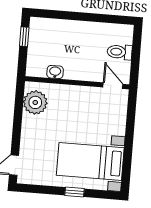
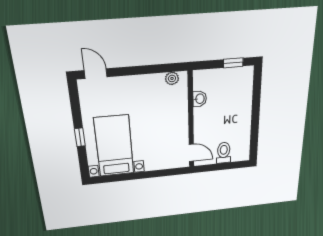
door: (113, 86) -> (191, 153), hinge flipped
plant: (35, 102) -> (172, 78), width x0.53, depth x0.53

